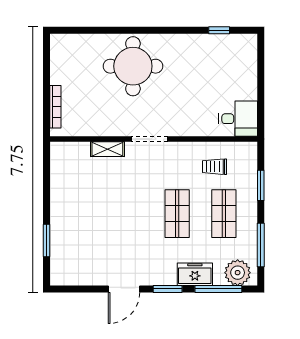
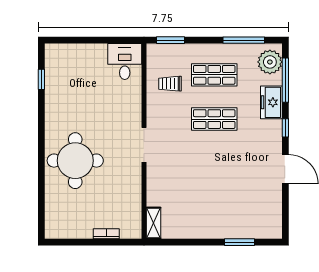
bookcase: (55, 107) -> (106, 234), width x0.64
shelving: (107, 149) -> (153, 223), moved
trolley: (215, 167) -> (170, 84), turned 90
window: (261, 185) -> (170, 40), moved
window: (168, 289) -> (285, 128), width x0.67

